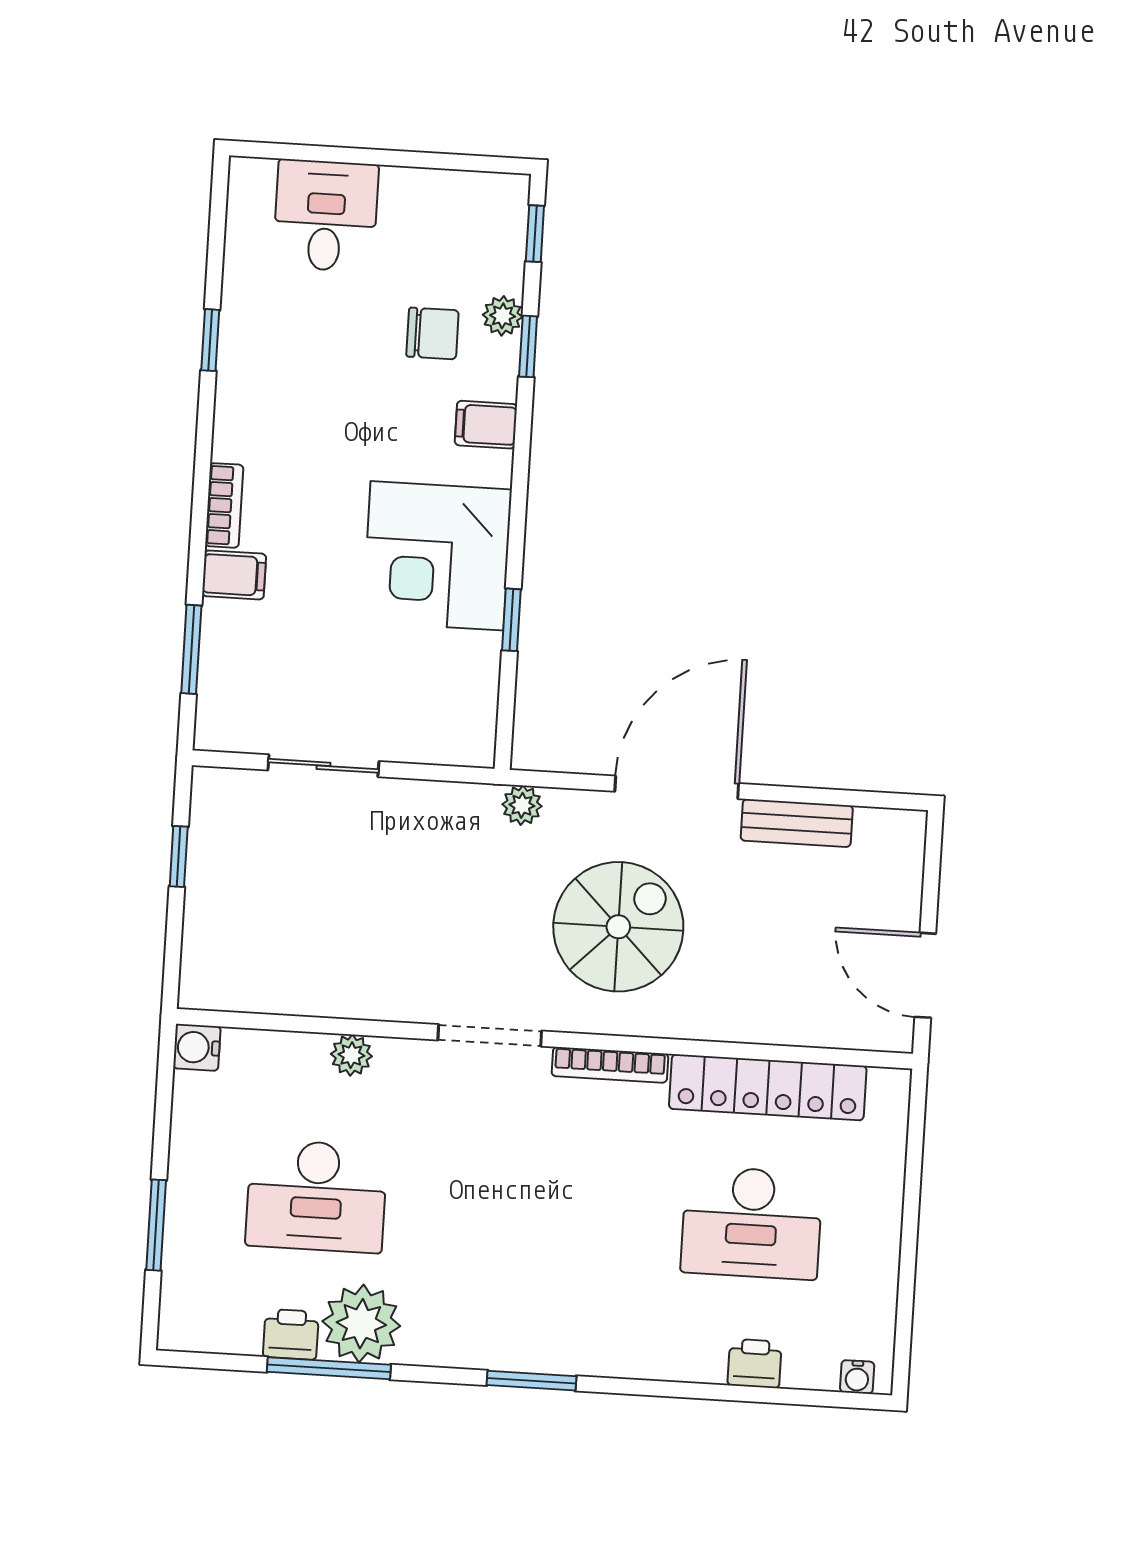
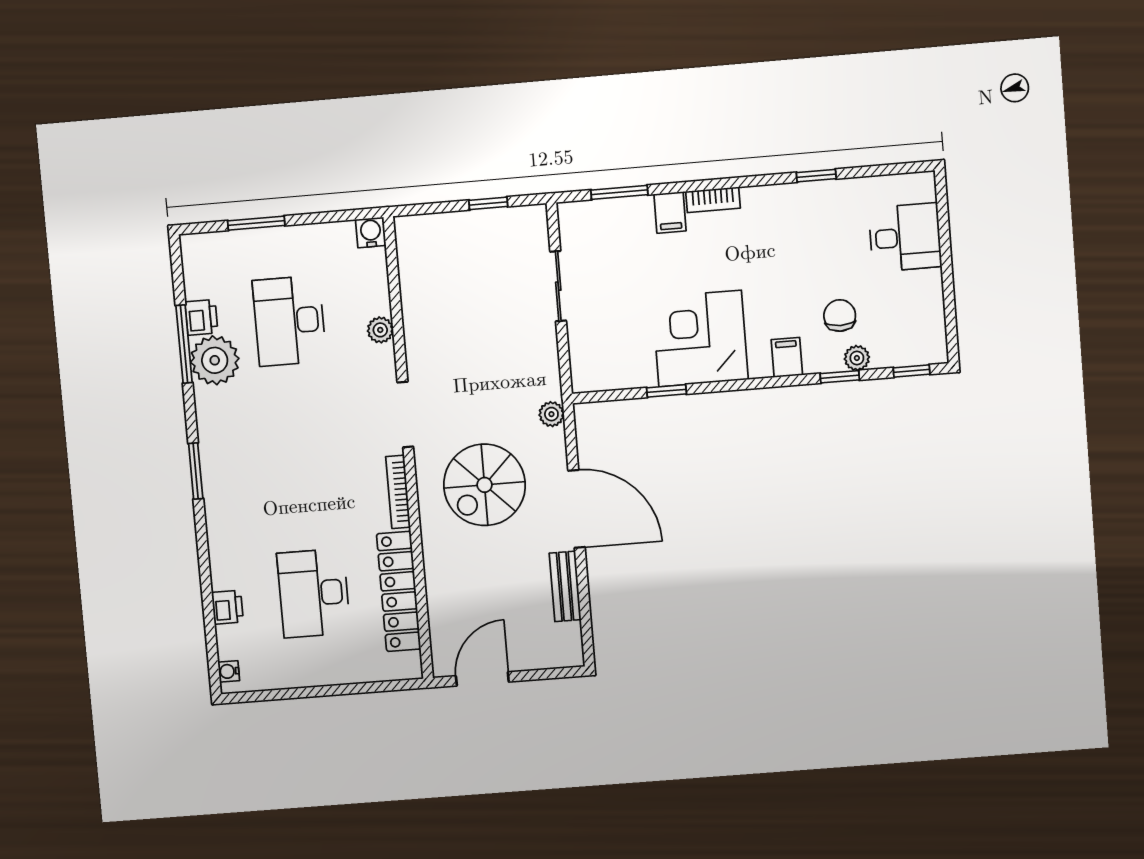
chair: (433, 333) -> (840, 316), turned 180
spiral stairs: (618, 927) -> (485, 485), turned 90

